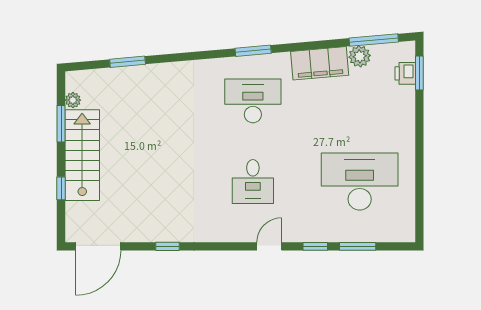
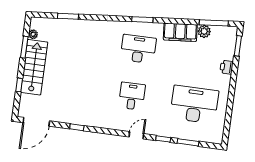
printer: (405, 73) -> (227, 67), moved
desk: (253, 182) -> (132, 96), turned 180

